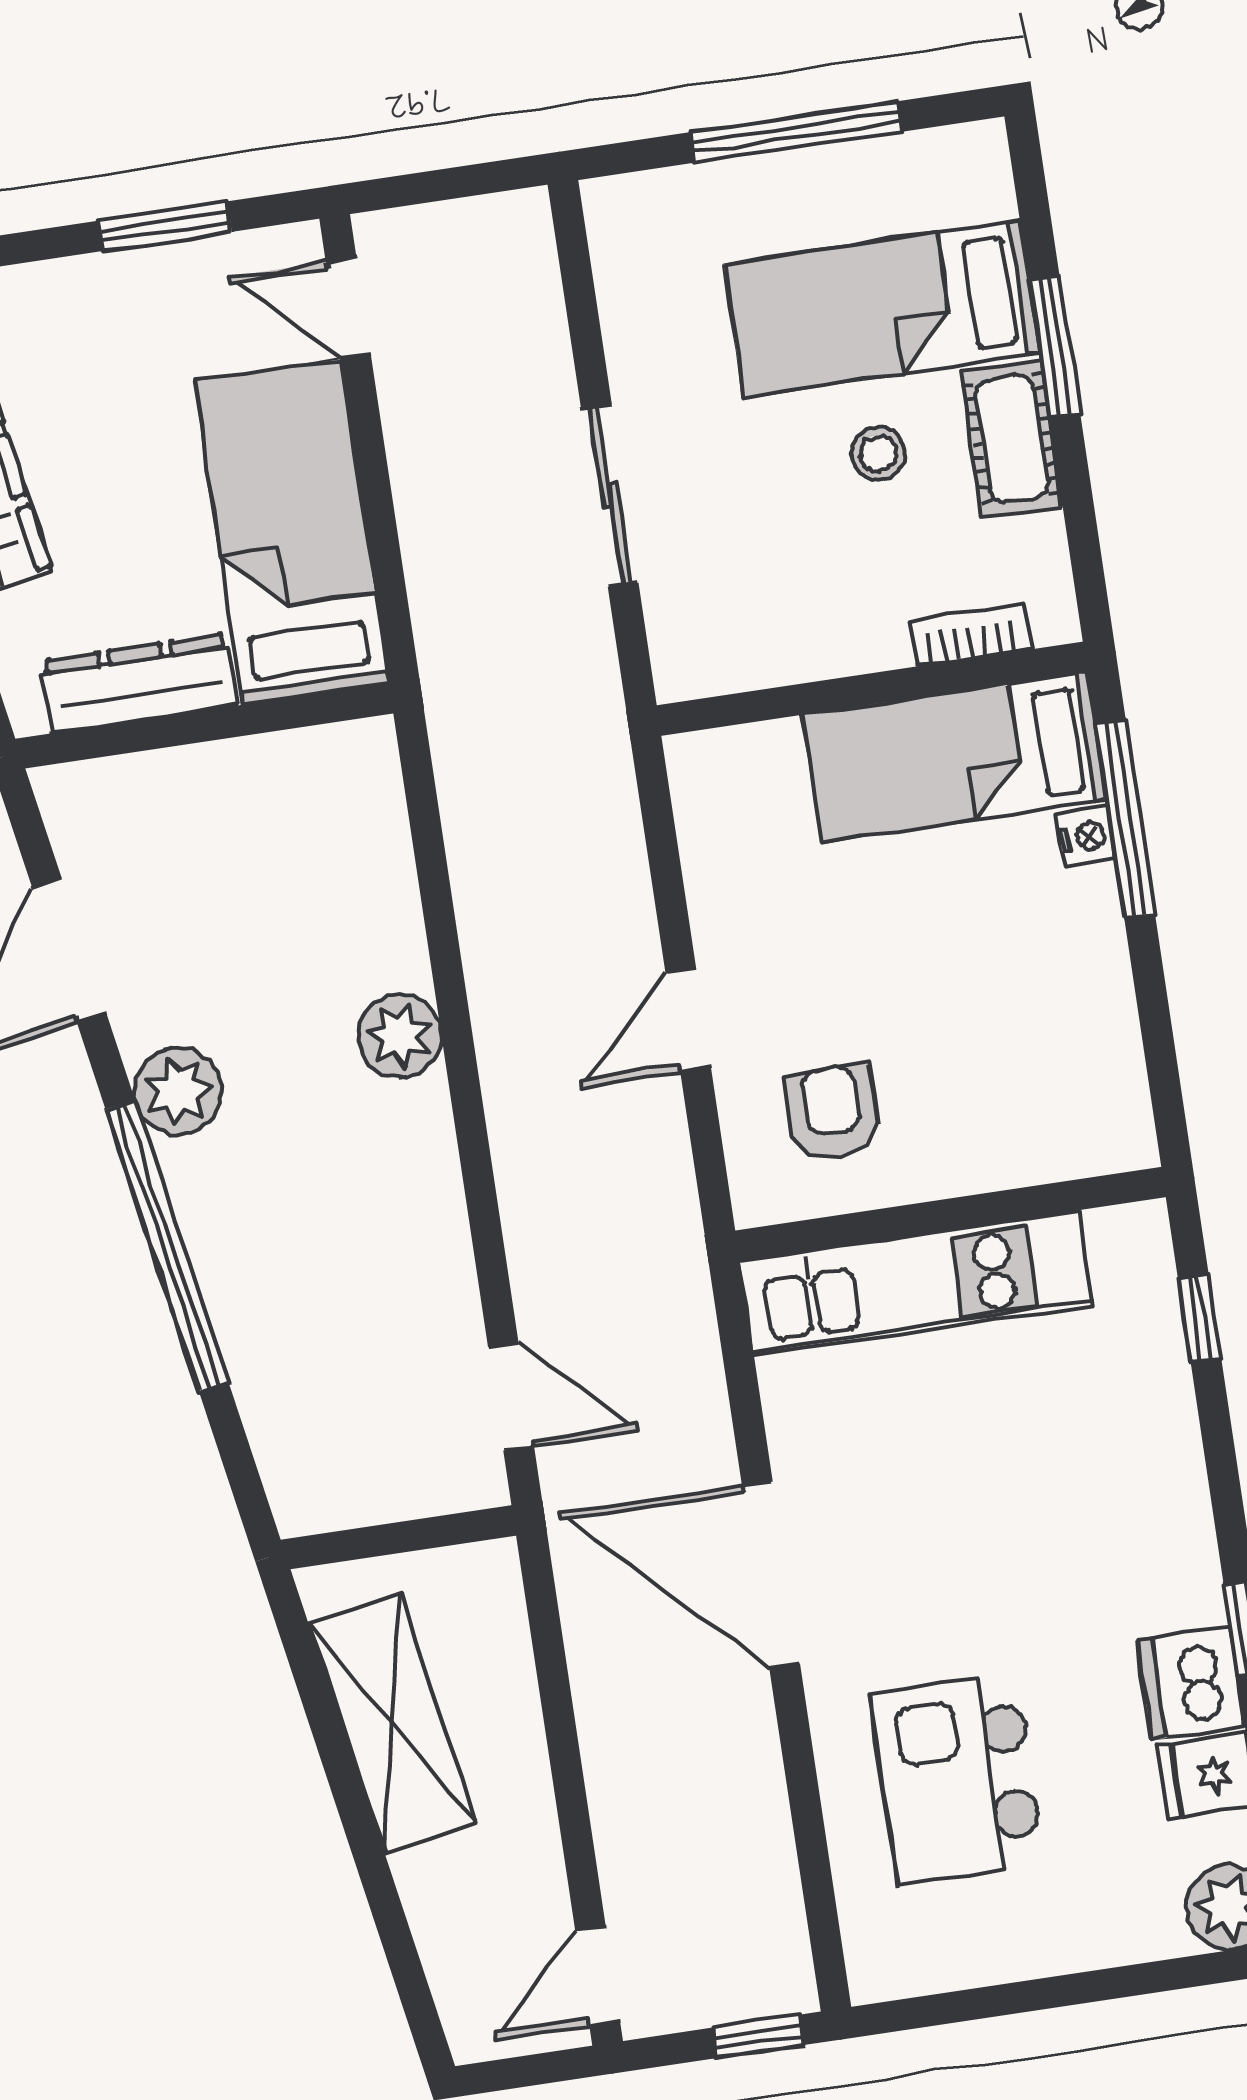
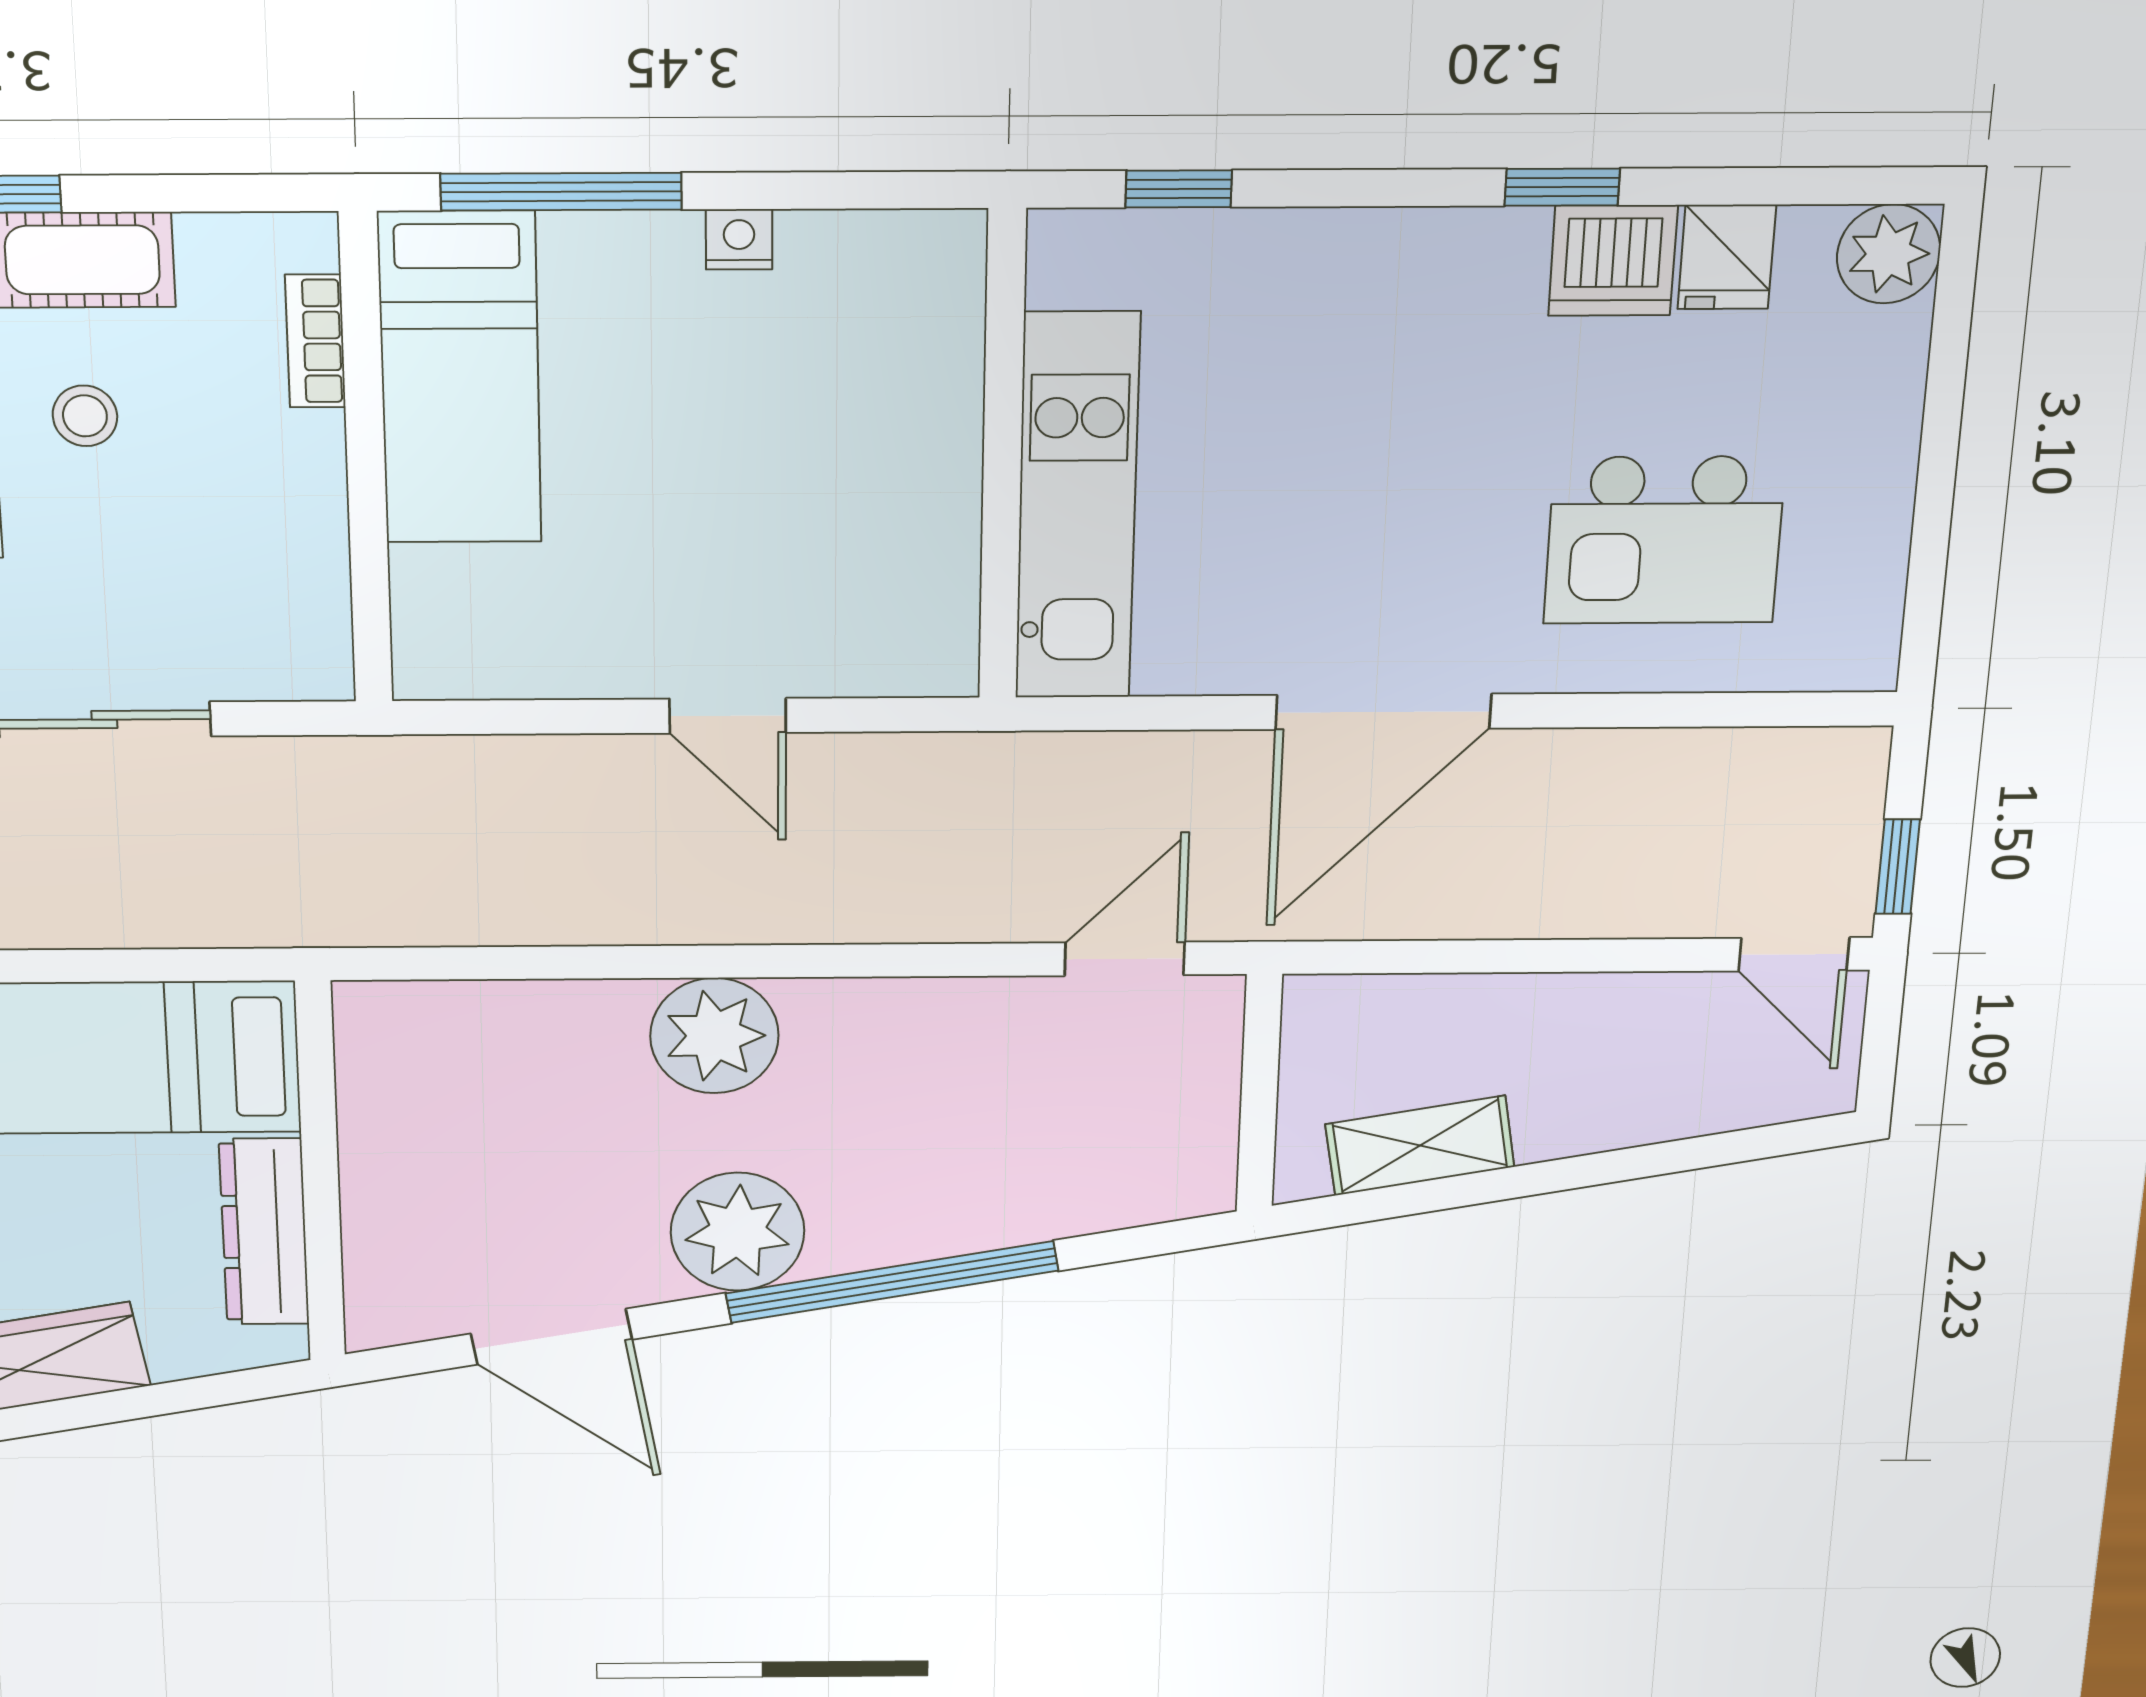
nightstand: (1086, 837) -> (739, 239), moved
plant: (400, 1036) -> (714, 1036), width x1.36, depth x1.36
plant: (178, 1091) -> (738, 1232), width x1.36, depth x1.36
armchair: (833, 1113) -> (861, 573), removed
shelving: (392, 1723) -> (1420, 1146), width x0.67, depth x0.75
window: (758, 2036) -> (1898, 867), moved

